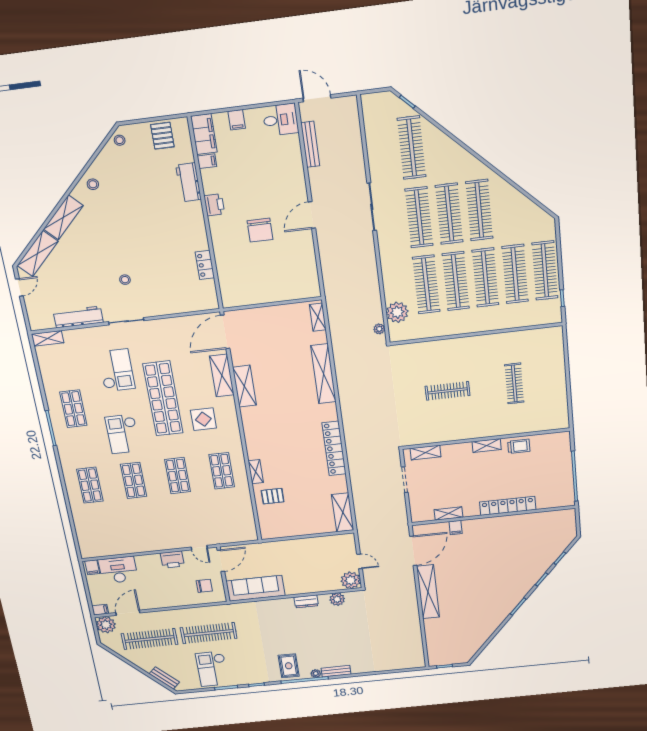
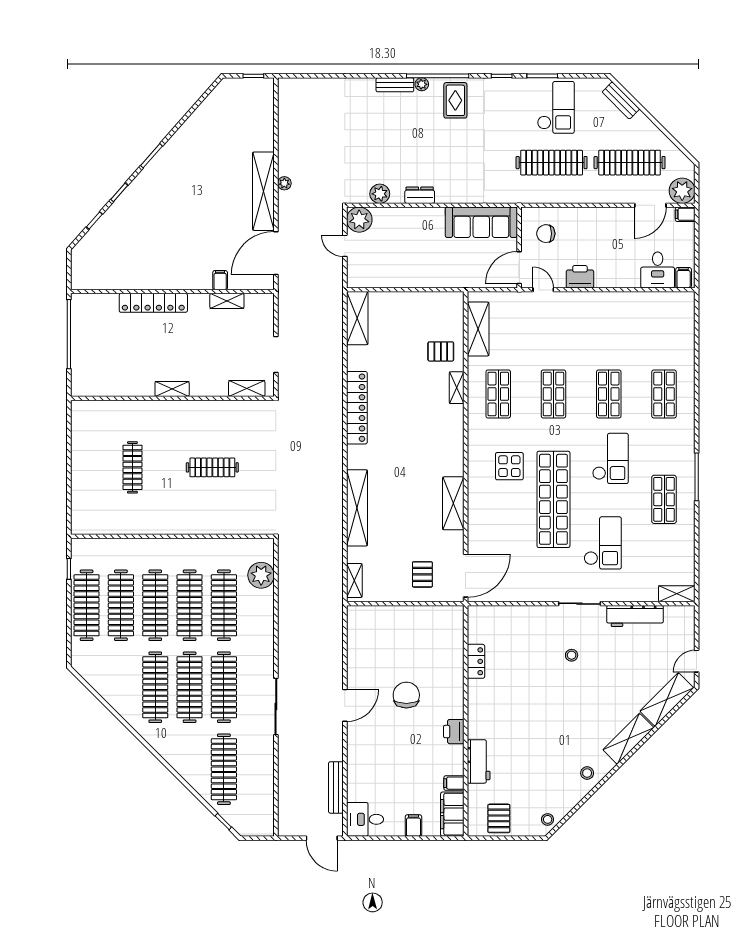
pallet: (261, 329) -> (422, 574), added
plant: (379, 329) -> (284, 183), moved
checkout: (116, 370) -> (603, 543), turned 180
shelving: (222, 375) -> (478, 329), moved
trolley: (519, 446) -> (134, 383), removed
desk: (118, 570) -> (658, 270), width x0.73

